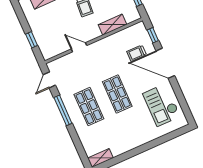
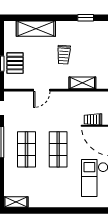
pallet: (44, 34) -> (15, 63), added
door: (79, 47) -> (42, 90), swing flipped

